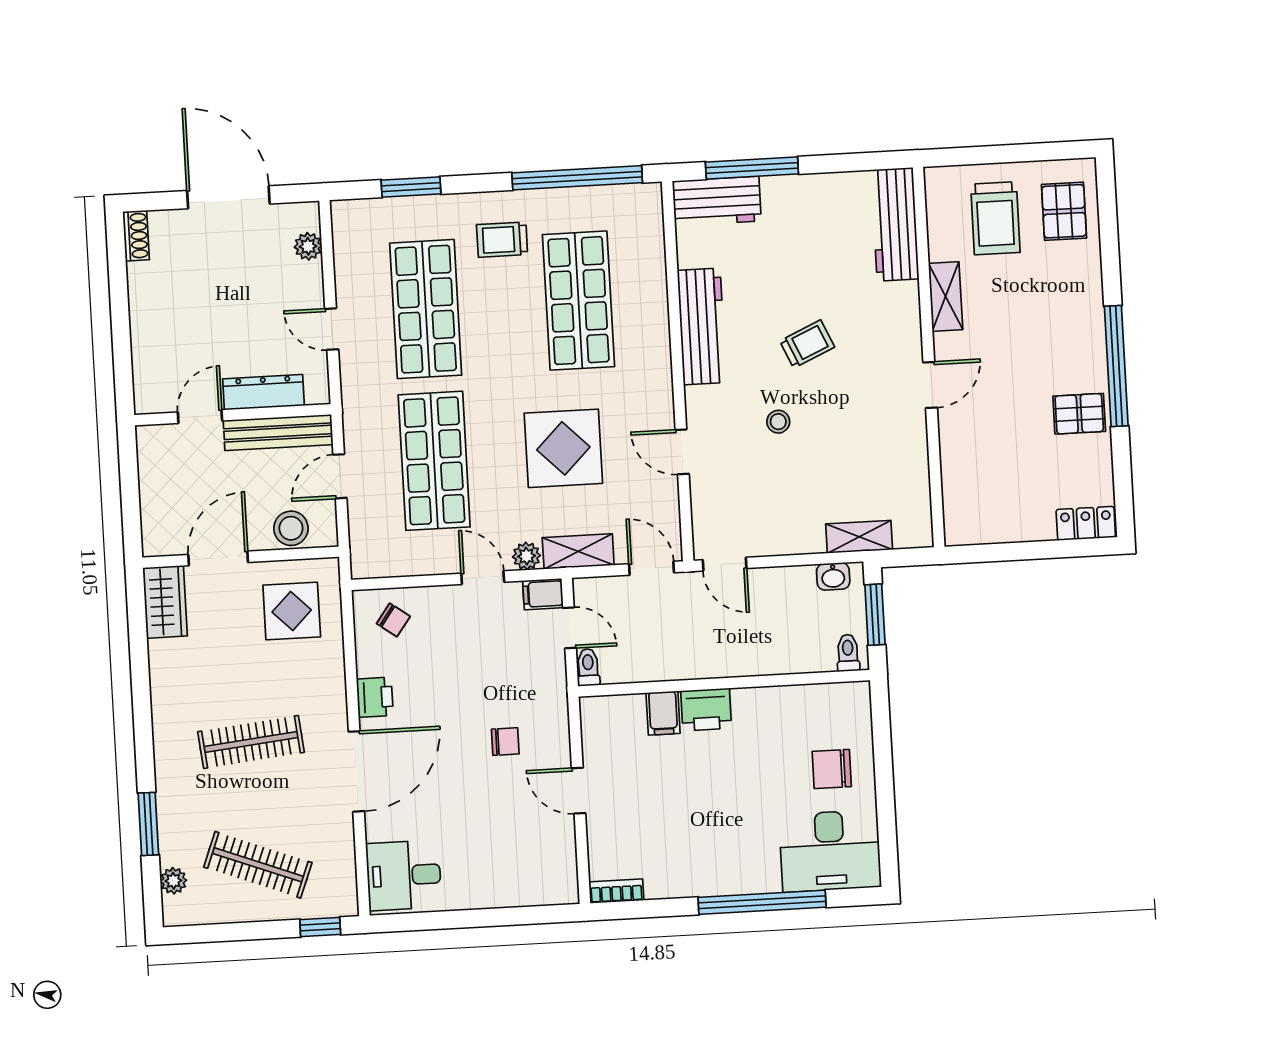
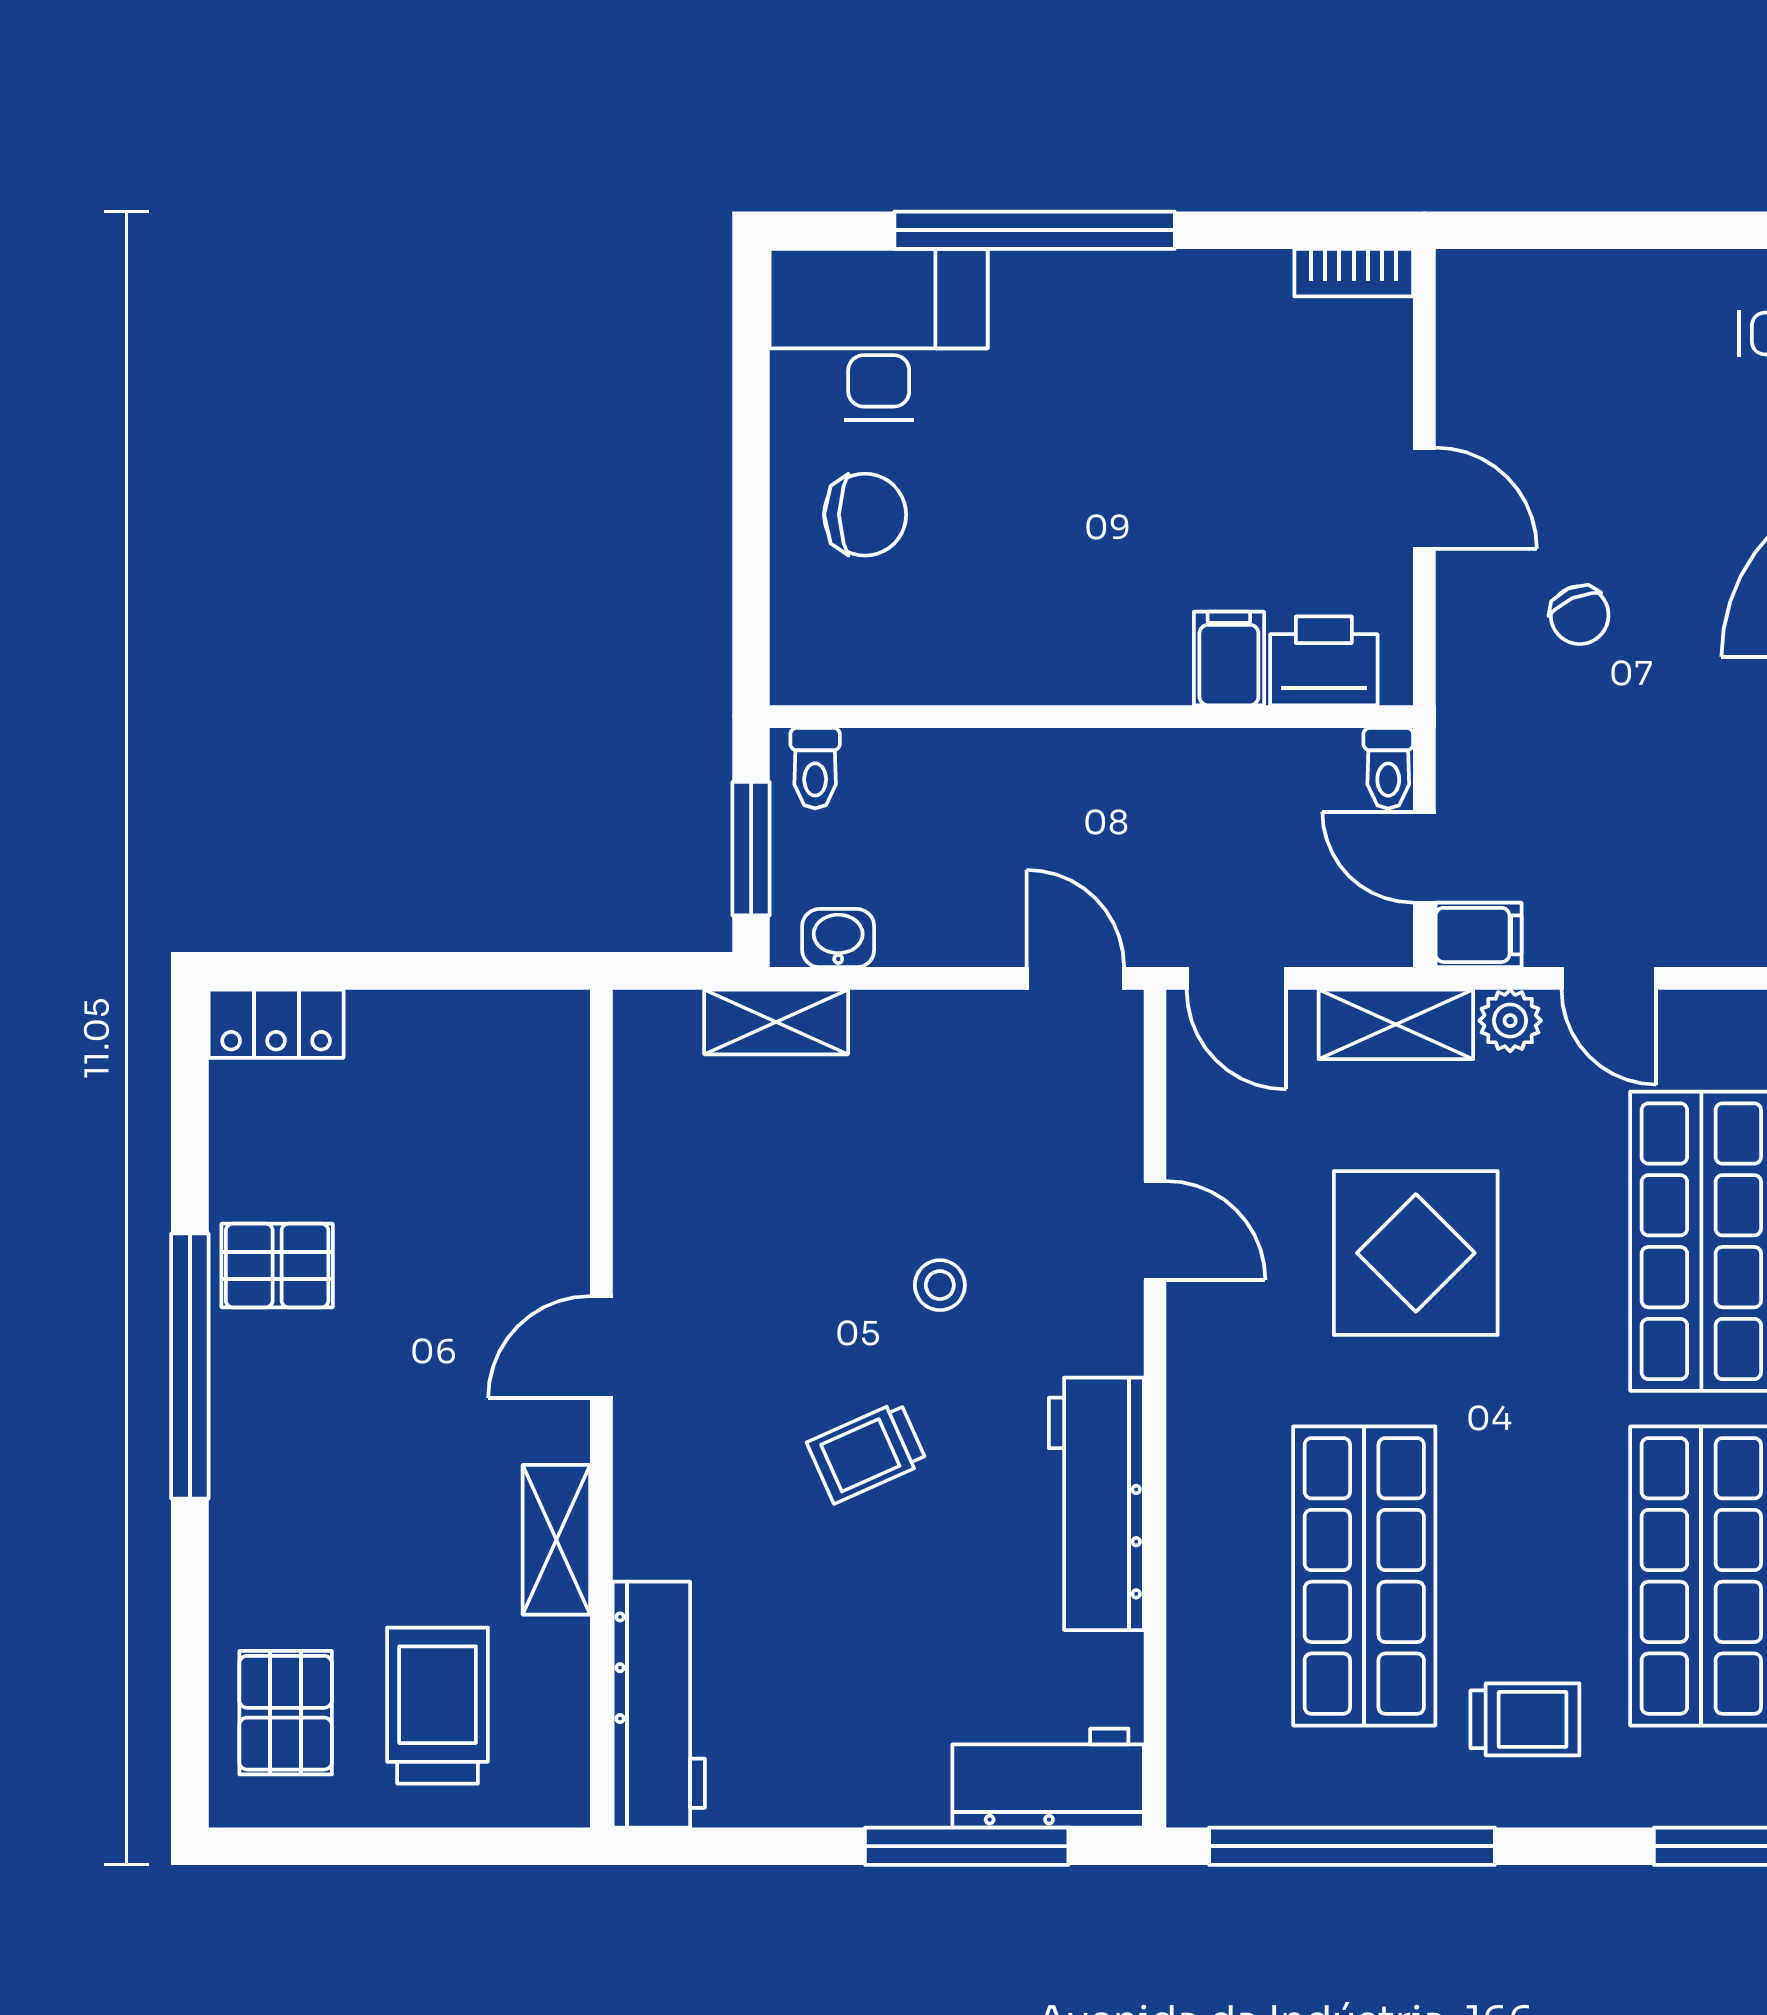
printer: (706, 710) -> (1324, 661), moved
chair: (505, 742) -> (1580, 615), turned -114

